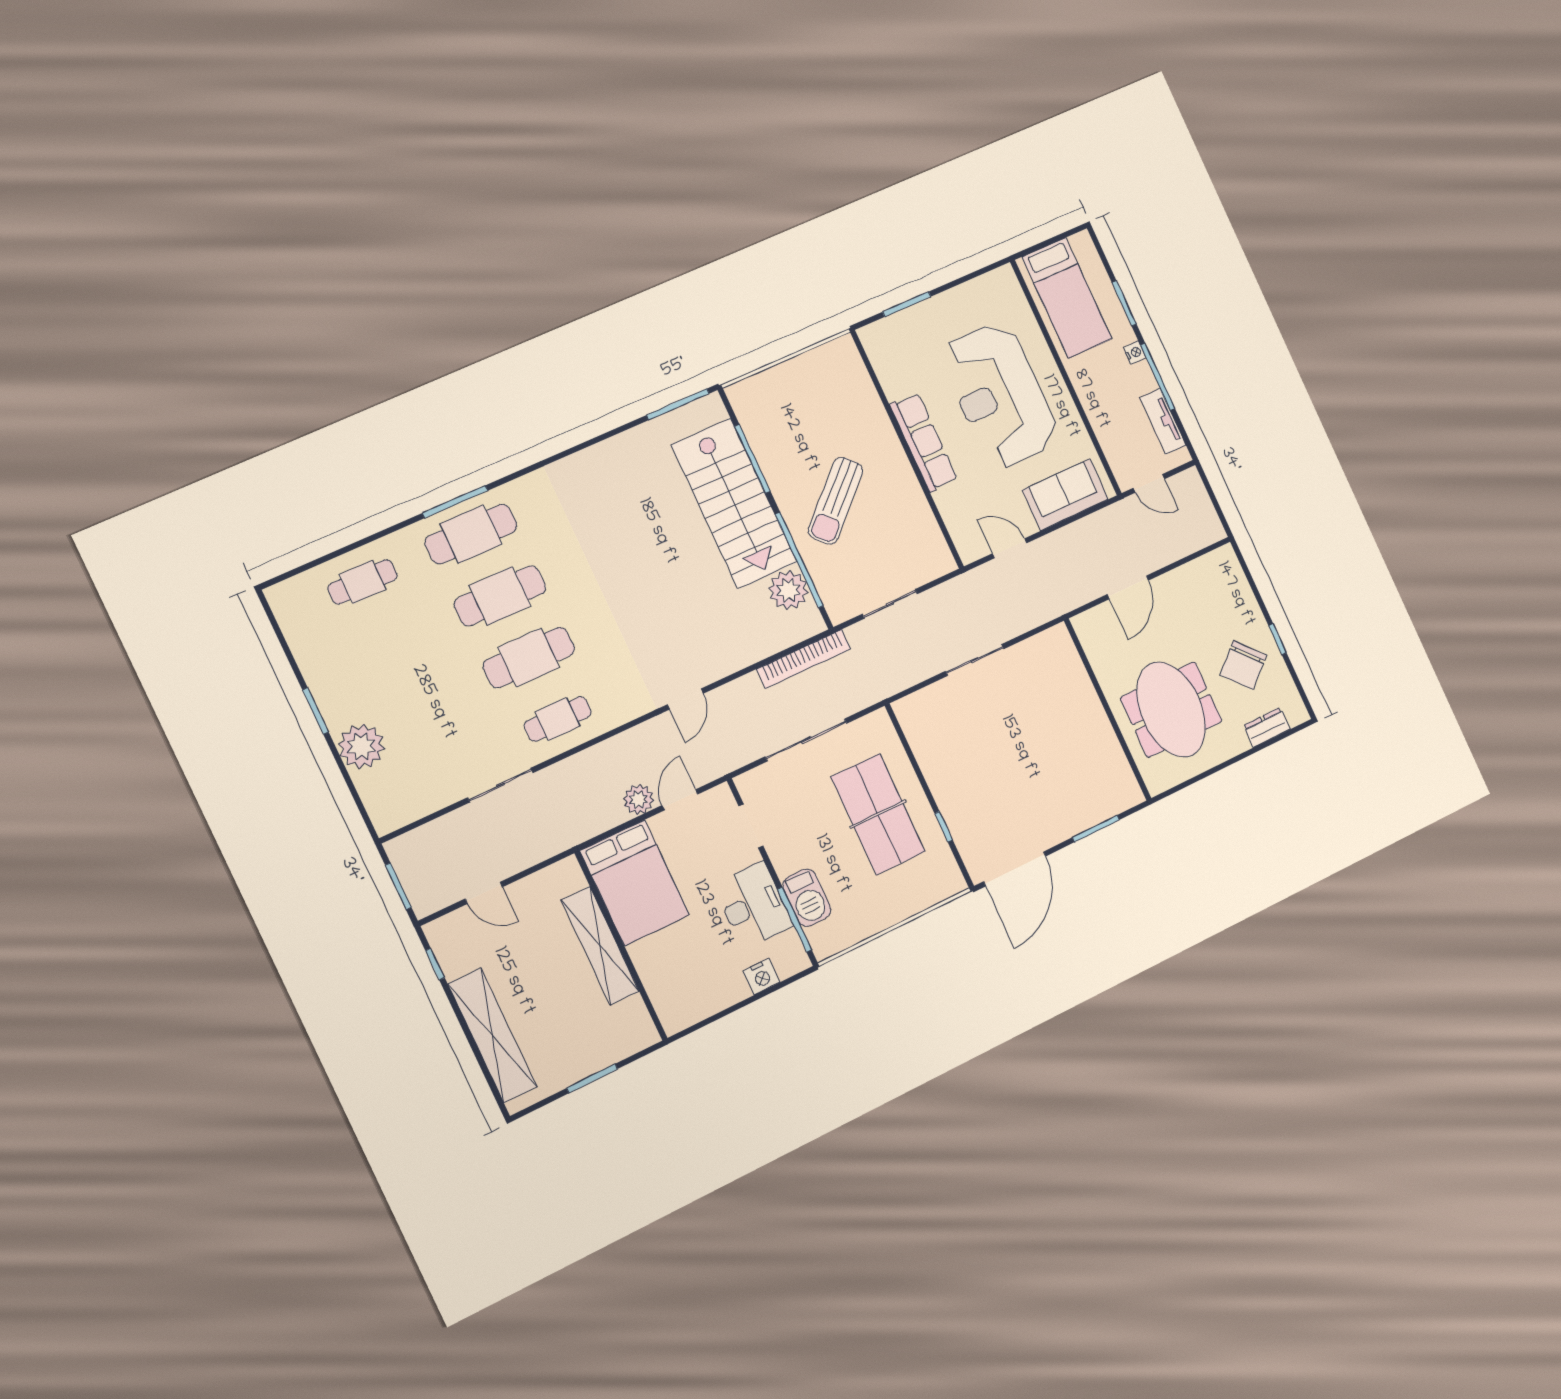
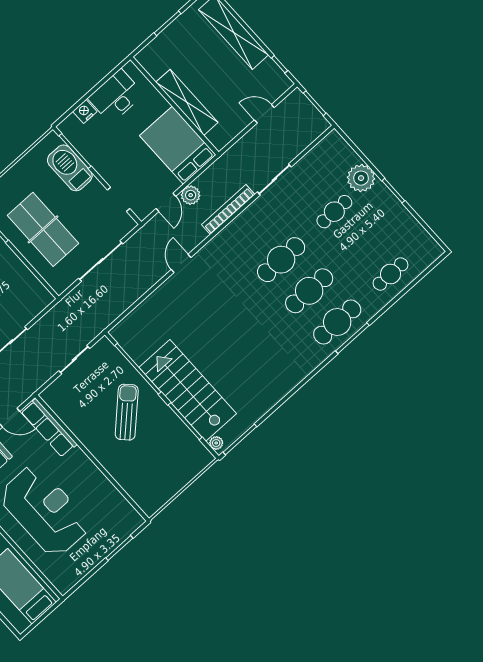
row of seats: (924, 442) -> (49, 428), moved
plant: (789, 590) -> (216, 443), moved, width x0.53, depth x0.53
bookcase: (804, 659) -> (228, 210), moved
cafe table: (558, 719) -> (334, 212), moved
barbecue: (807, 898) -> (70, 168), width x1.37, depth x1.21
desk: (753, 905) -> (116, 96), moved, turned 90

